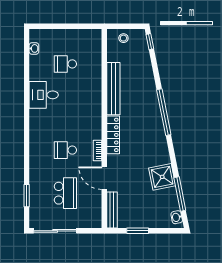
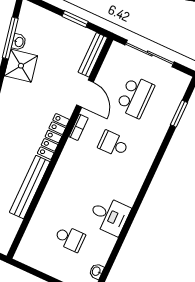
school desk: (65, 150) -> (113, 144), turned 180
school desk: (65, 193) -> (135, 97), turned 180
washbasin: (177, 217) -> (19, 42), moved
sliding door: (55, 231) -> (150, 53), moved

